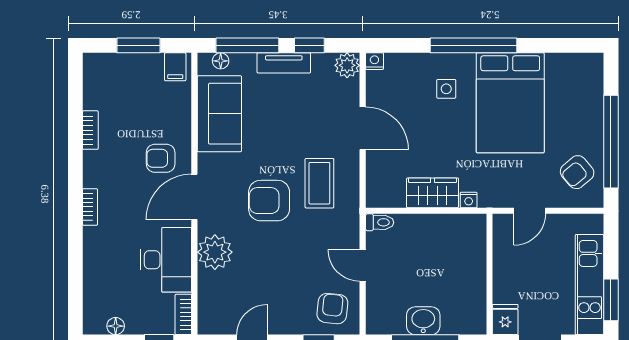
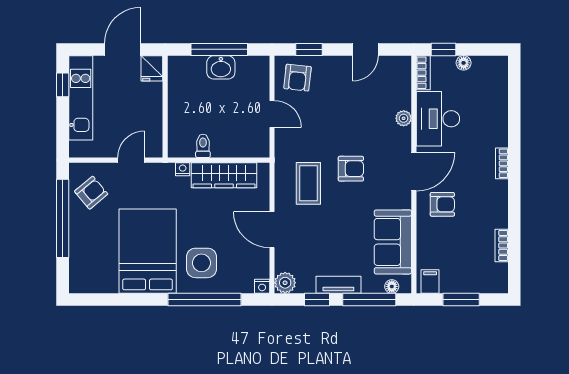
window: (474, 45) -> (204, 300), moved
side table: (446, 89) -> (202, 263), width x1.87, depth x1.87
bookcase: (90, 130) -> (502, 245), moved
wardrobe: (433, 193) -> (224, 175), width x1.50
armchair: (269, 201) -> (351, 169), width x0.72, depth x0.72
toilet: (380, 222) -> (203, 146), moved, turned 90
plant: (215, 252) -> (404, 118), width x0.53, depth x0.53
window: (611, 300) -> (63, 85), width x0.67
floor lamp: (116, 326) -> (464, 63), moved

